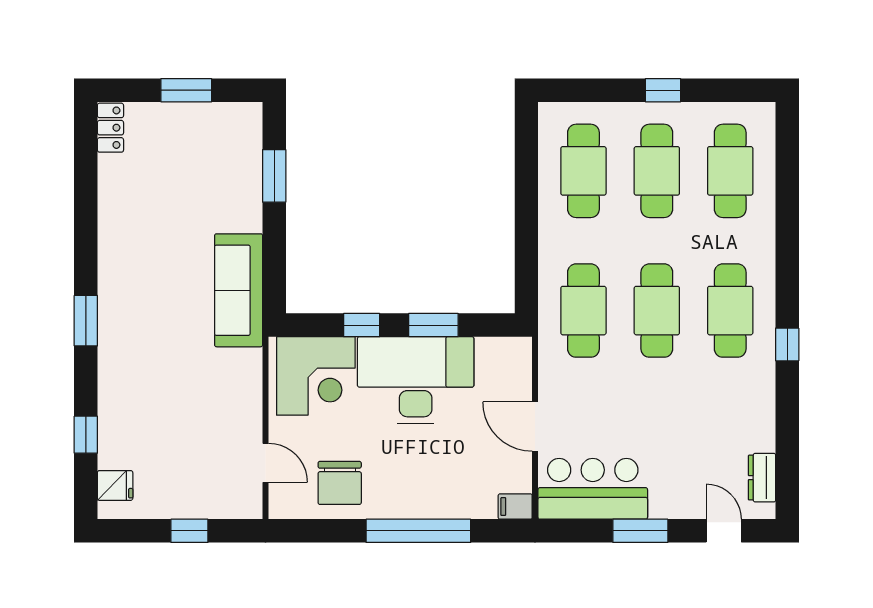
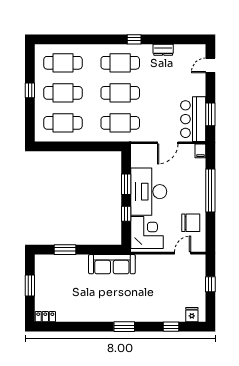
dresser: (762, 478) -> (163, 50), moved
window: (640, 531) -> (210, 114), moved

